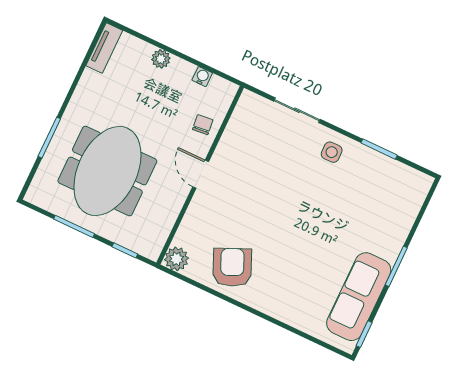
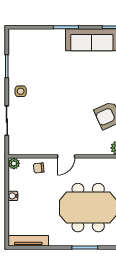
tv unit: (104, 48) -> (28, 241), width x1.41
plant: (161, 59) -> (14, 163), moved
water cooler: (202, 77) -> (13, 196), moved

